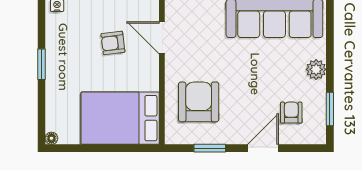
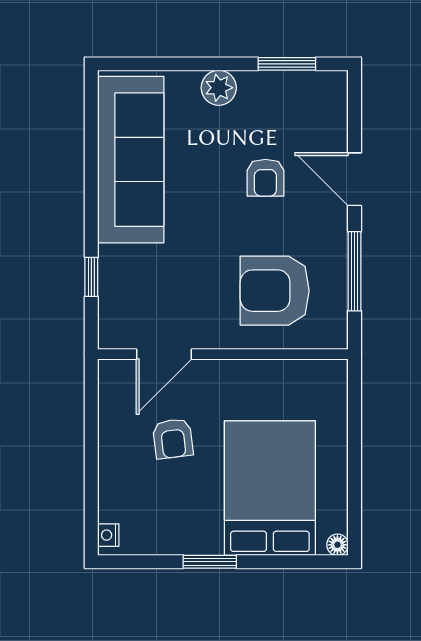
armchair: (291, 113) -> (265, 178), moved, turned -90
bed: (120, 118) -> (270, 488), moved, turned 180
window: (210, 148) -> (355, 271), width x1.44

